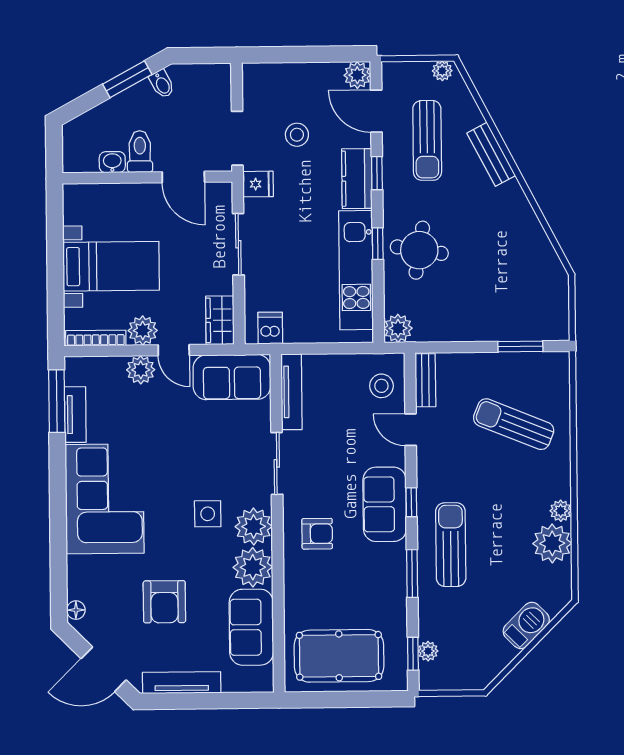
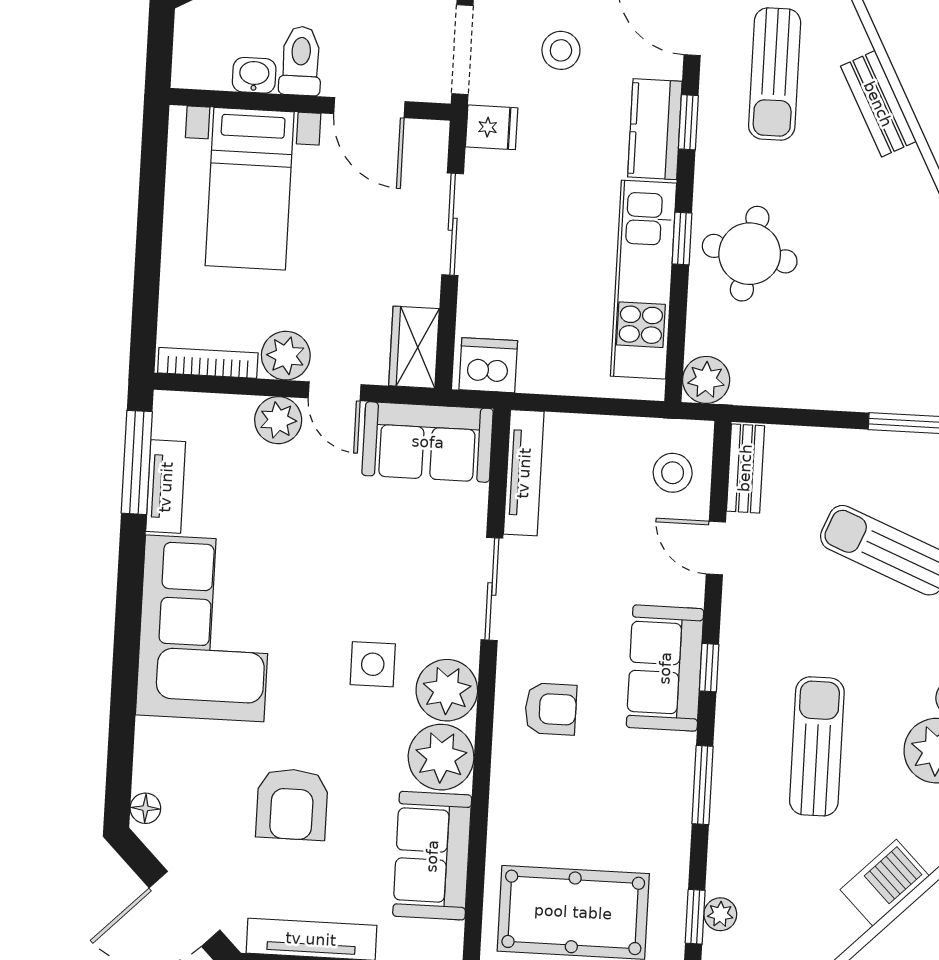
bed with nightstands: (111, 266) -> (250, 189), moved, turned 90
dishwasher: (270, 328) -> (488, 365), width x1.38
sun lounger: (451, 545) -> (817, 746), moved

